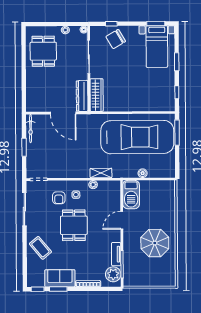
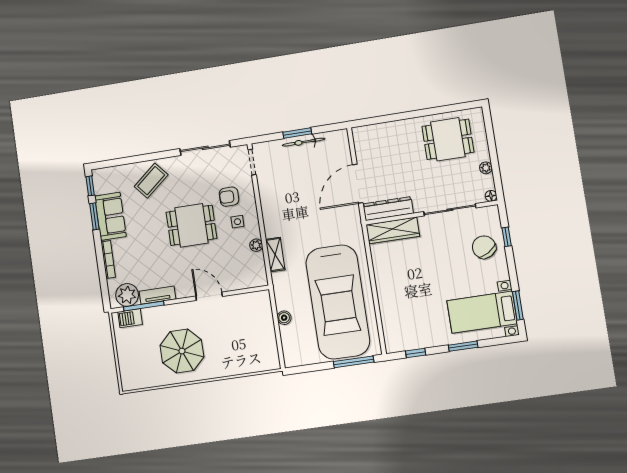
bicycle: (31, 129) -> (304, 142), moved
barbecue: (131, 195) -> (130, 318), moved, width x0.53, depth x0.65

